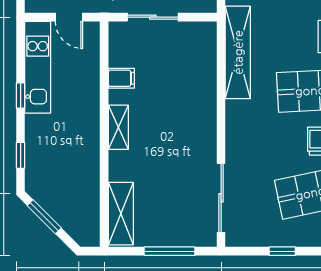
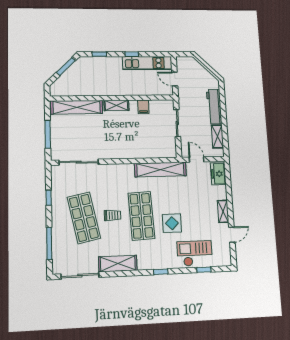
door: (69, 17) -> (175, 79), hinge flipped
shelving: (121, 214) -> (77, 107), width x1.47

